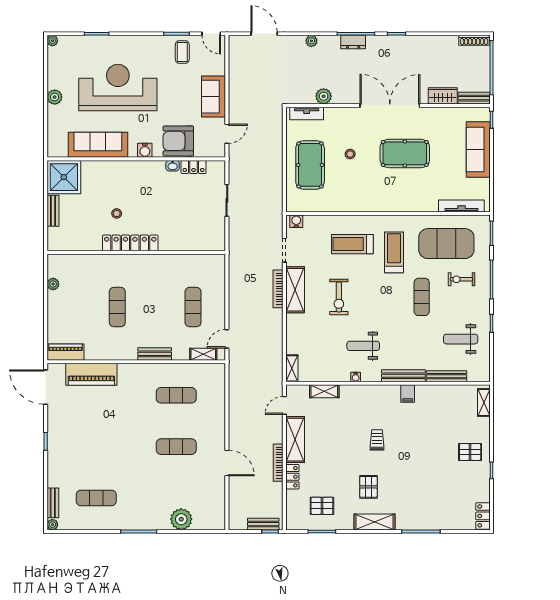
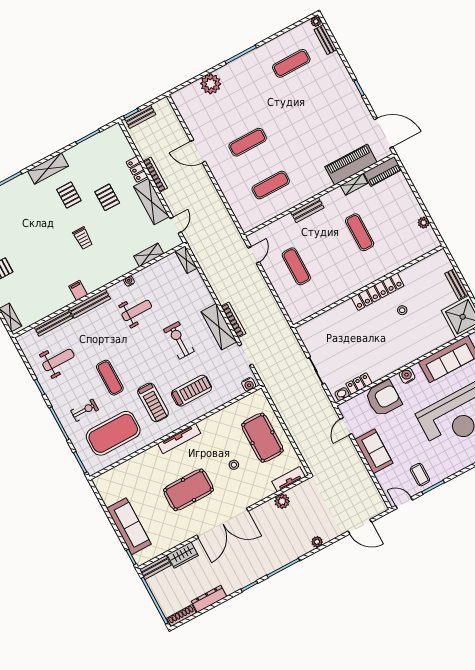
dresser: (353, 42) -> (209, 599), moved, width x1.44
washbasin: (173, 166) -> (342, 394), moved
tv unit: (461, 206) -> (179, 438), moved
shelving: (203, 354) -> (354, 184), moved
pallet: (322, 506) -> (107, 197), moved, turned 90

